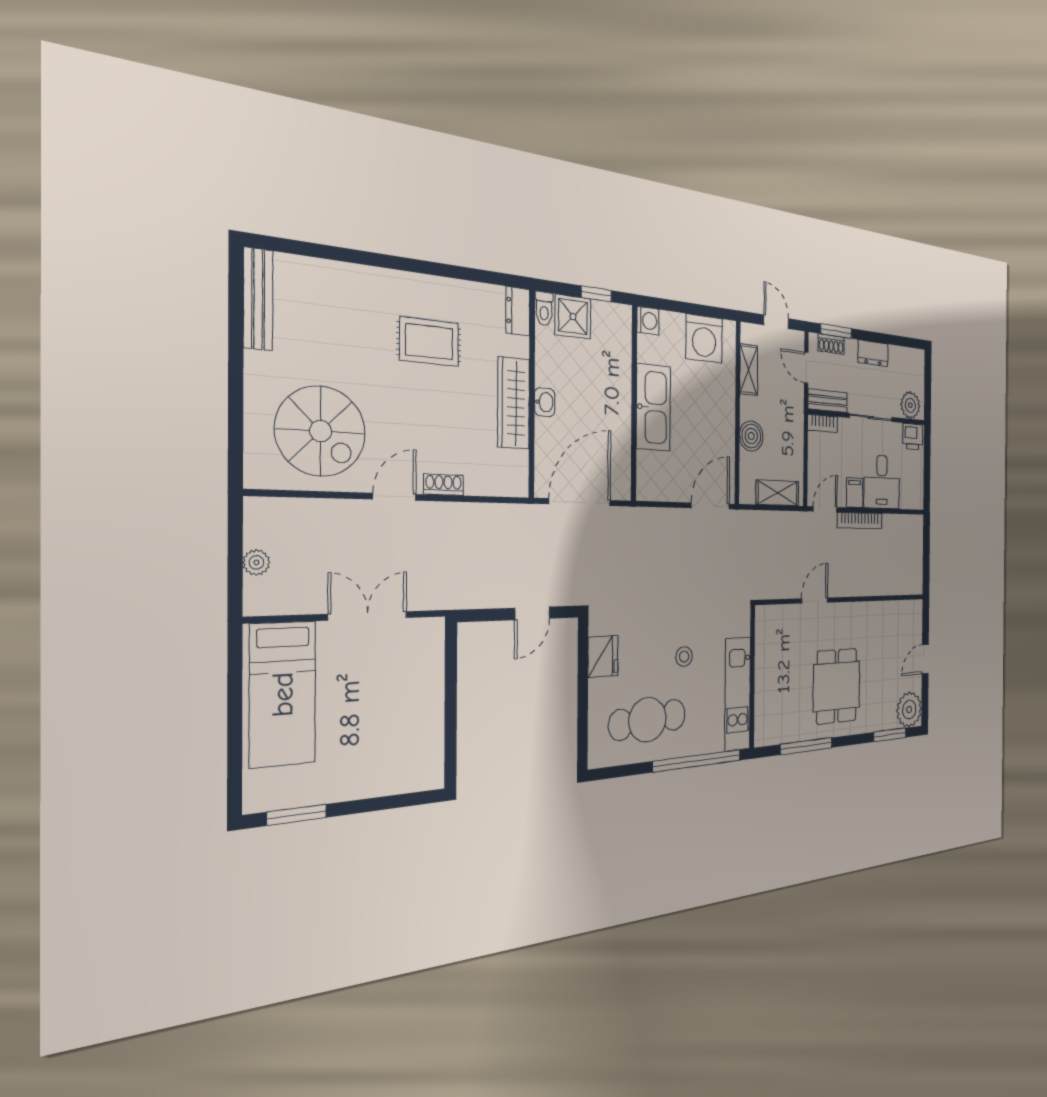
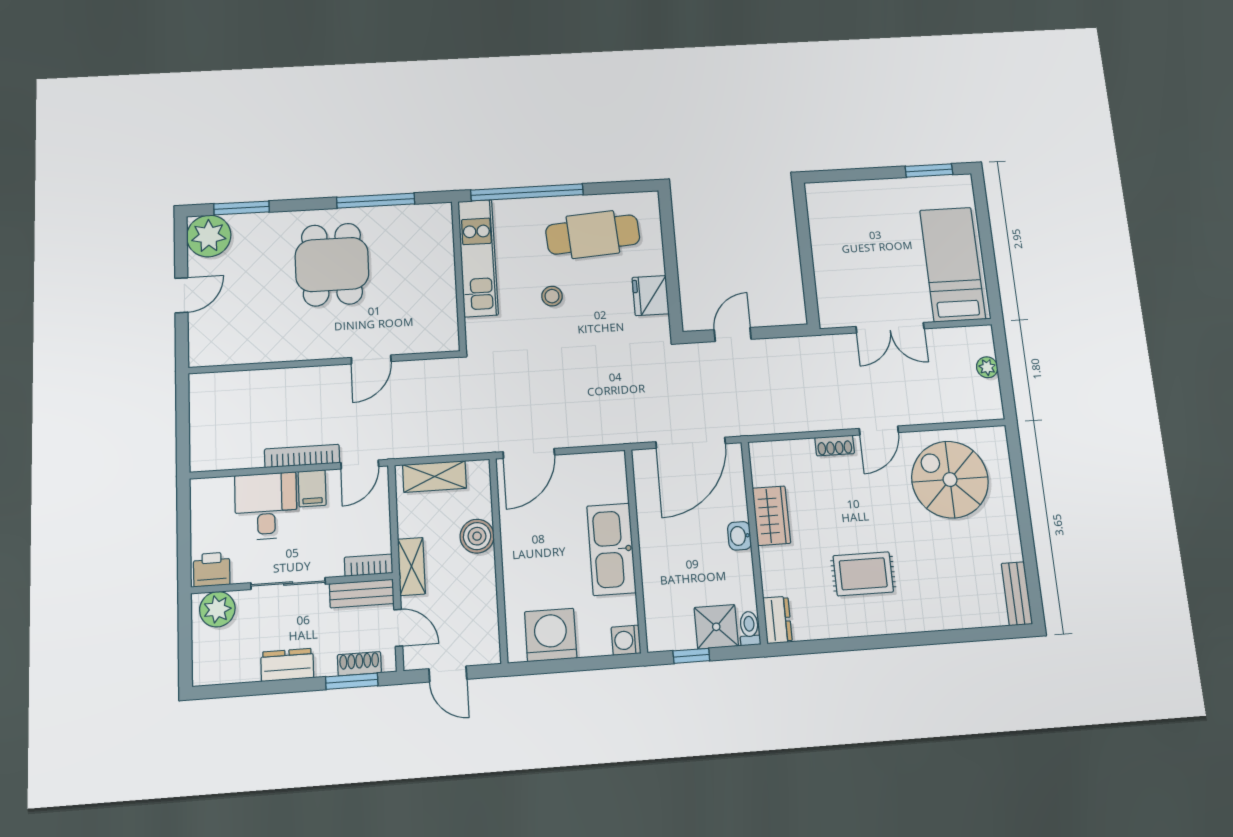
bench: (258, 299) -> (1017, 594), width x0.73
shelving: (749, 370) -> (411, 566), moved
wardrobe: (514, 403) -> (771, 516), width x0.67

